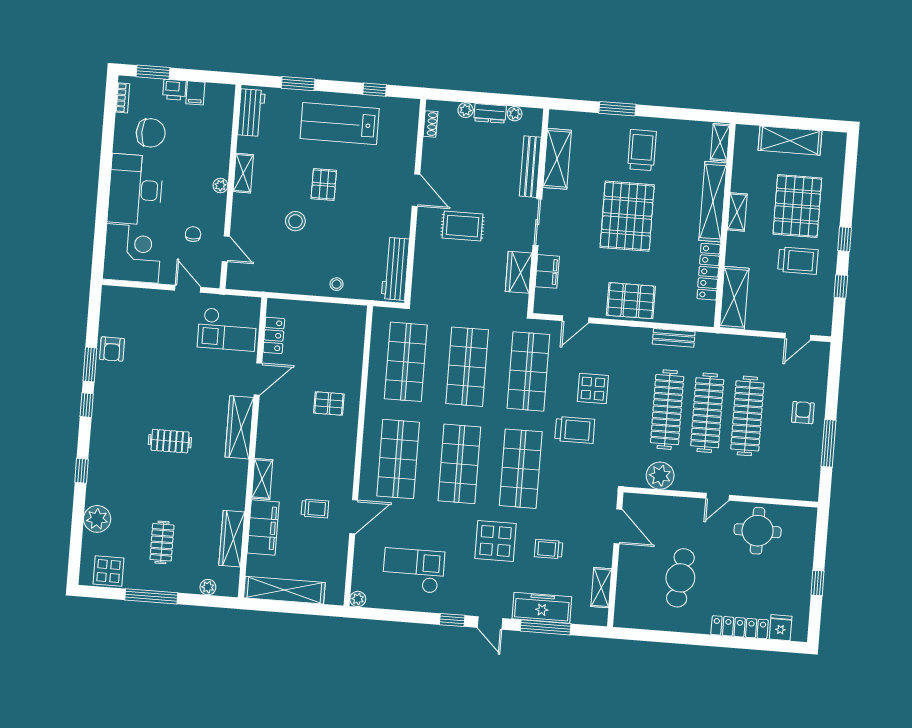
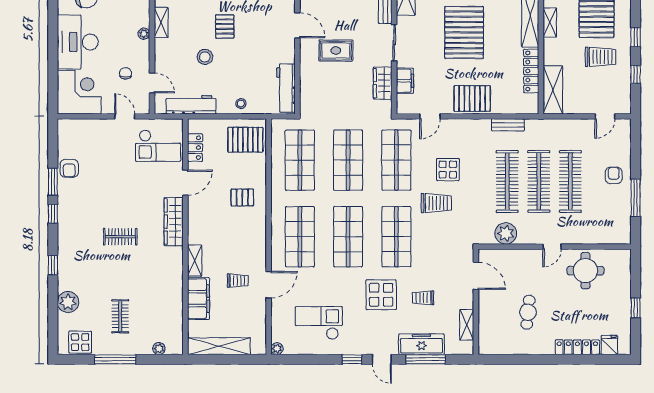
workbench: (273, 281) -> (191, 105), added
pallet: (339, 330) -> (245, 140), added
wardrobe: (232, 539) -> (175, 309), removed
cafe table: (680, 578) -> (528, 312), width x0.73, depth x0.74

